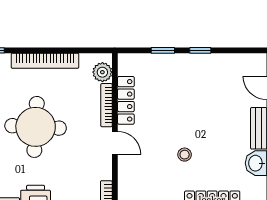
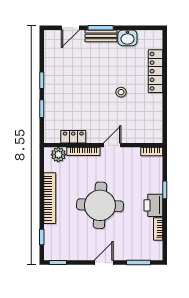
locker: (126, 100) -> (73, 137), width x0.66

